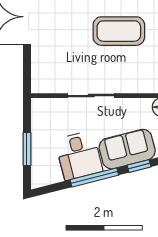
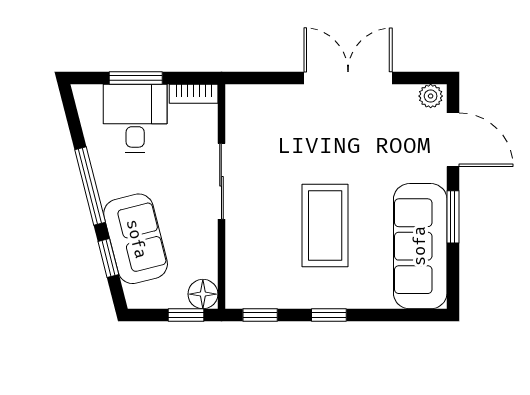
bookcase: (37, 113) -> (194, 94), added
desk: (79, 155) -> (135, 118), moved, turned 104

